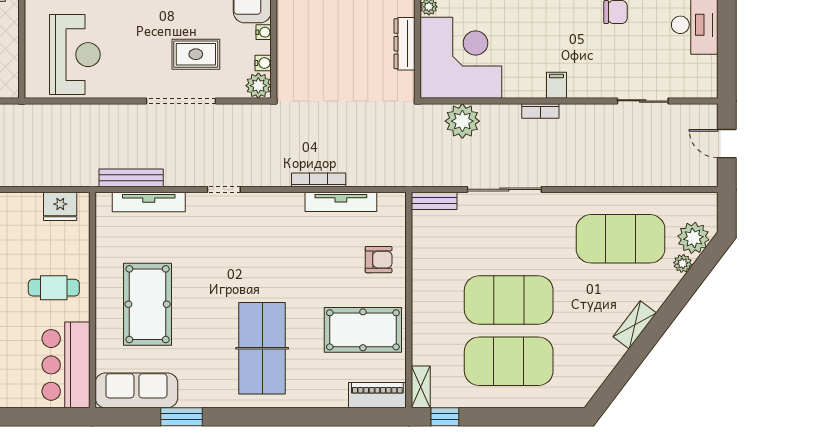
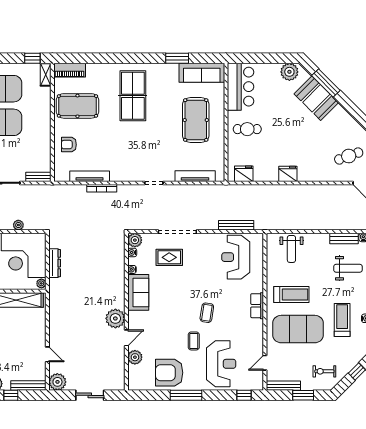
plant: (462, 121) -> (18, 225), width x0.53, depth x0.53
bench: (131, 178) -> (236, 225), moved

